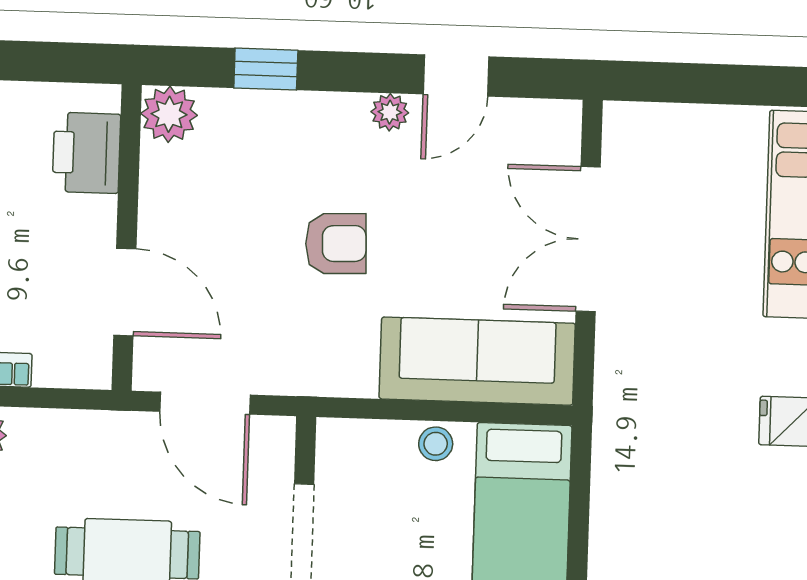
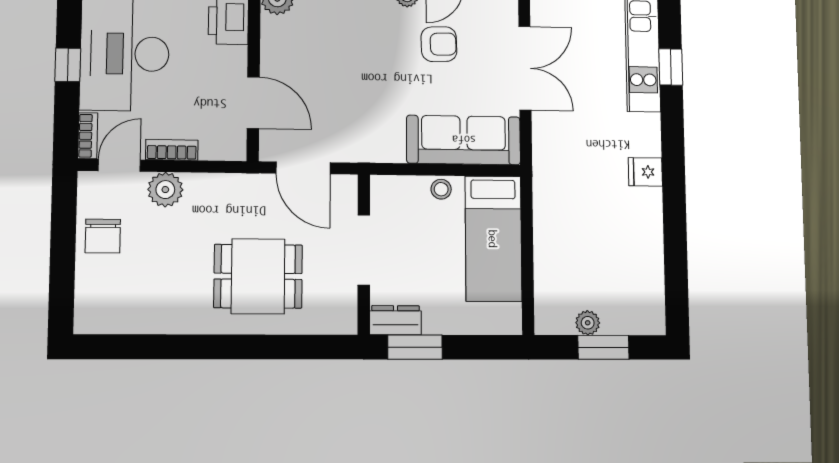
double door: (588, 239) -> (525, 68), swing flipped
armchair: (336, 244) -> (439, 44), moved

